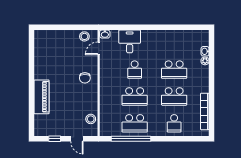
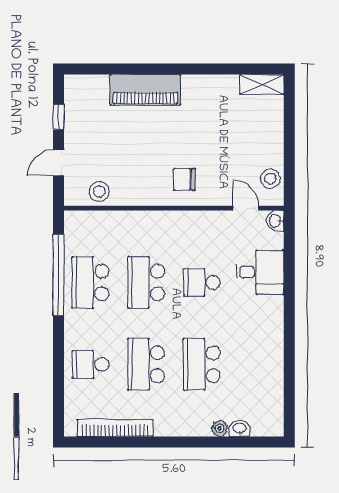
shelving: (39, 41) -> (262, 84), added

